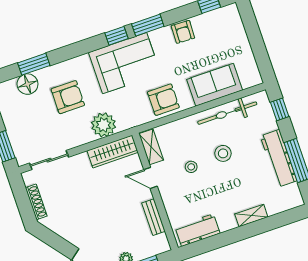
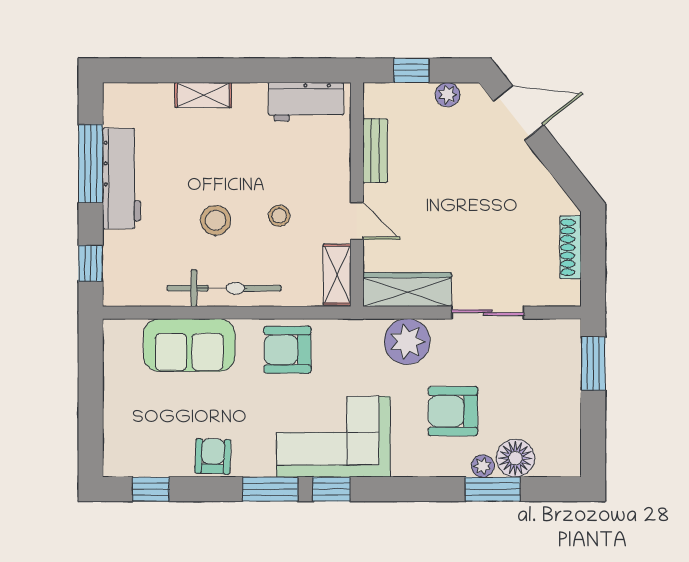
plant: (43, 74) -> (483, 466), added
bicycle: (227, 113) -> (224, 288), moved
sliding door: (49, 160) -> (488, 313), moved

